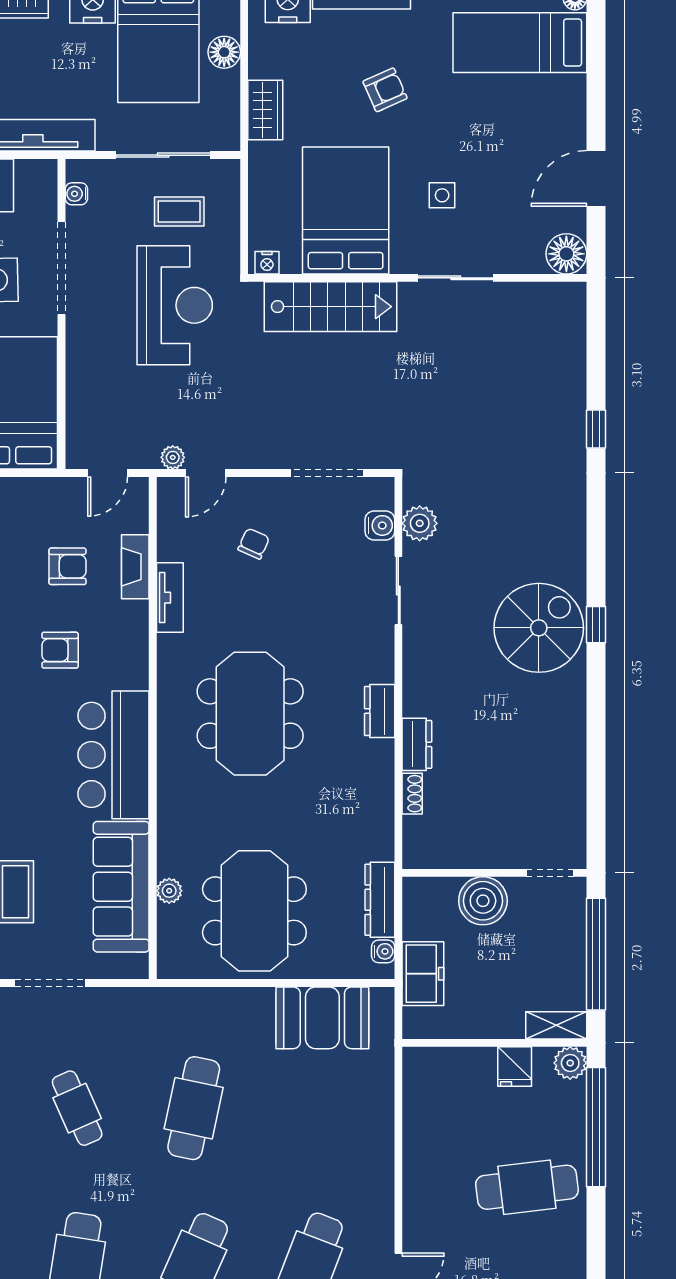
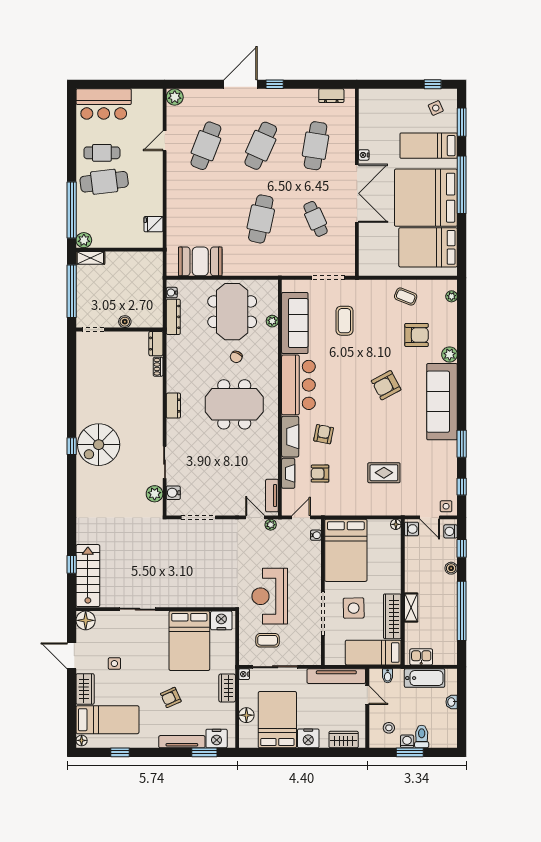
wardrobe: (568, 108) -> (85, 689), added
nightstand: (229, 139) -> (244, 674), added
door: (596, 178) -> (72, 656), swing flipped
water cooler: (76, 194) -> (316, 535), moved
side table: (442, 195) -> (114, 664), moved
nightstand: (267, 263) -> (221, 620), width x1.89, depth x1.79
stairs: (331, 307) -> (88, 576), moved, turned 90
window: (596, 429) -> (72, 564), moved
door: (206, 473) -> (255, 517), hinge flipped
chair: (254, 544) -> (236, 357), moved
tv unit: (170, 598) -> (272, 496), moved
fireplace: (131, 645) -> (290, 437), added
armchair: (60, 650) -> (324, 434), turned -79
meeting table: (250, 714) -> (234, 404), turned 90
dresser: (417, 744) -> (156, 344), moved
boiler: (483, 901) -> (125, 322), width x0.54, depth x0.54
freezer: (423, 974) -> (153, 282), removed
fridge: (515, 1066) -> (153, 224), moved, turned -90
cafe table: (532, 1249) -> (102, 153), added

